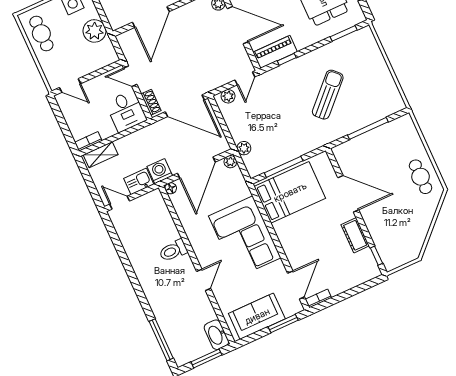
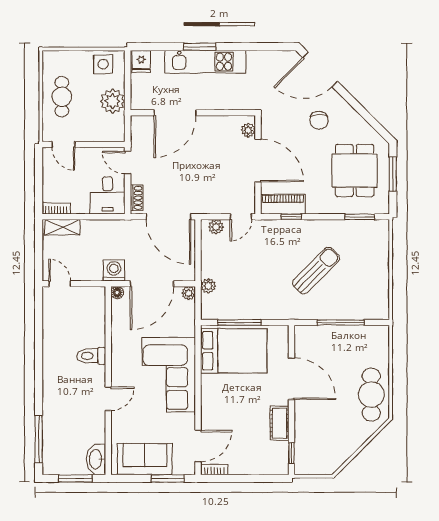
cafe table: (41, 34) -> (62, 97), moved
cafe table: (421, 177) -> (371, 395), width x1.37, depth x1.35
kitchen sink: (139, 181) -> (88, 271), removed

